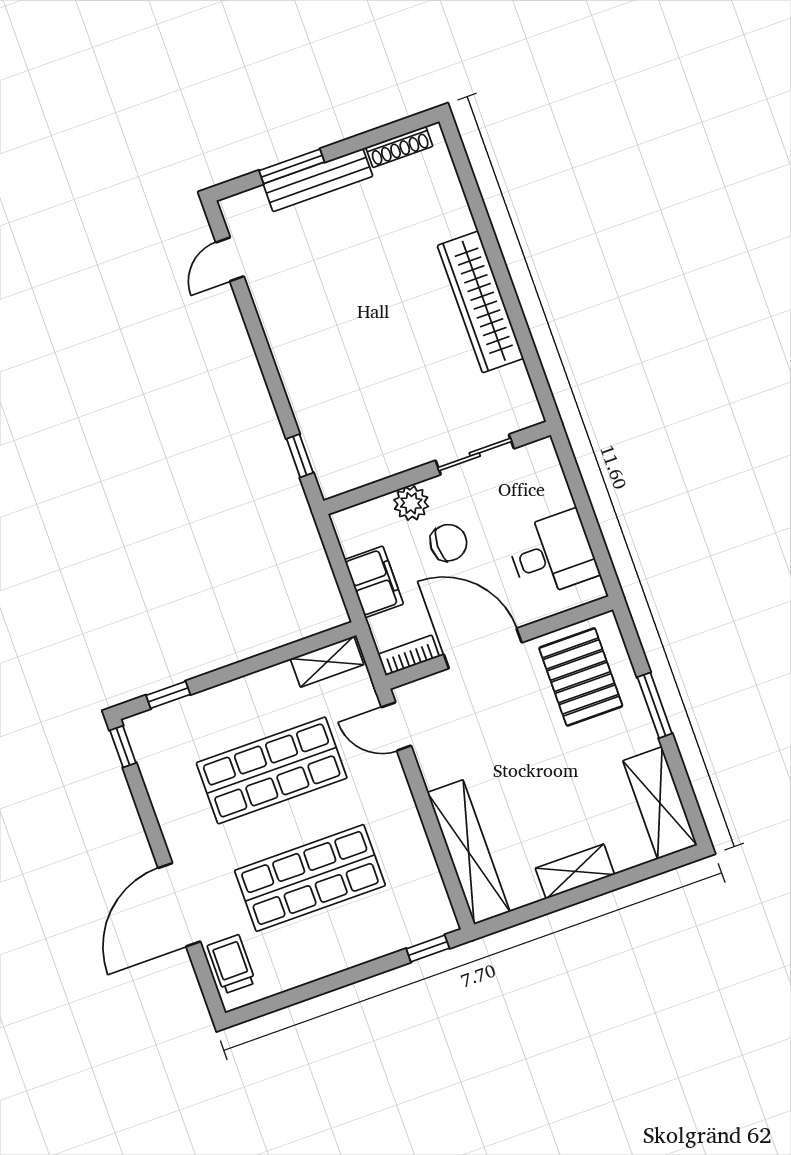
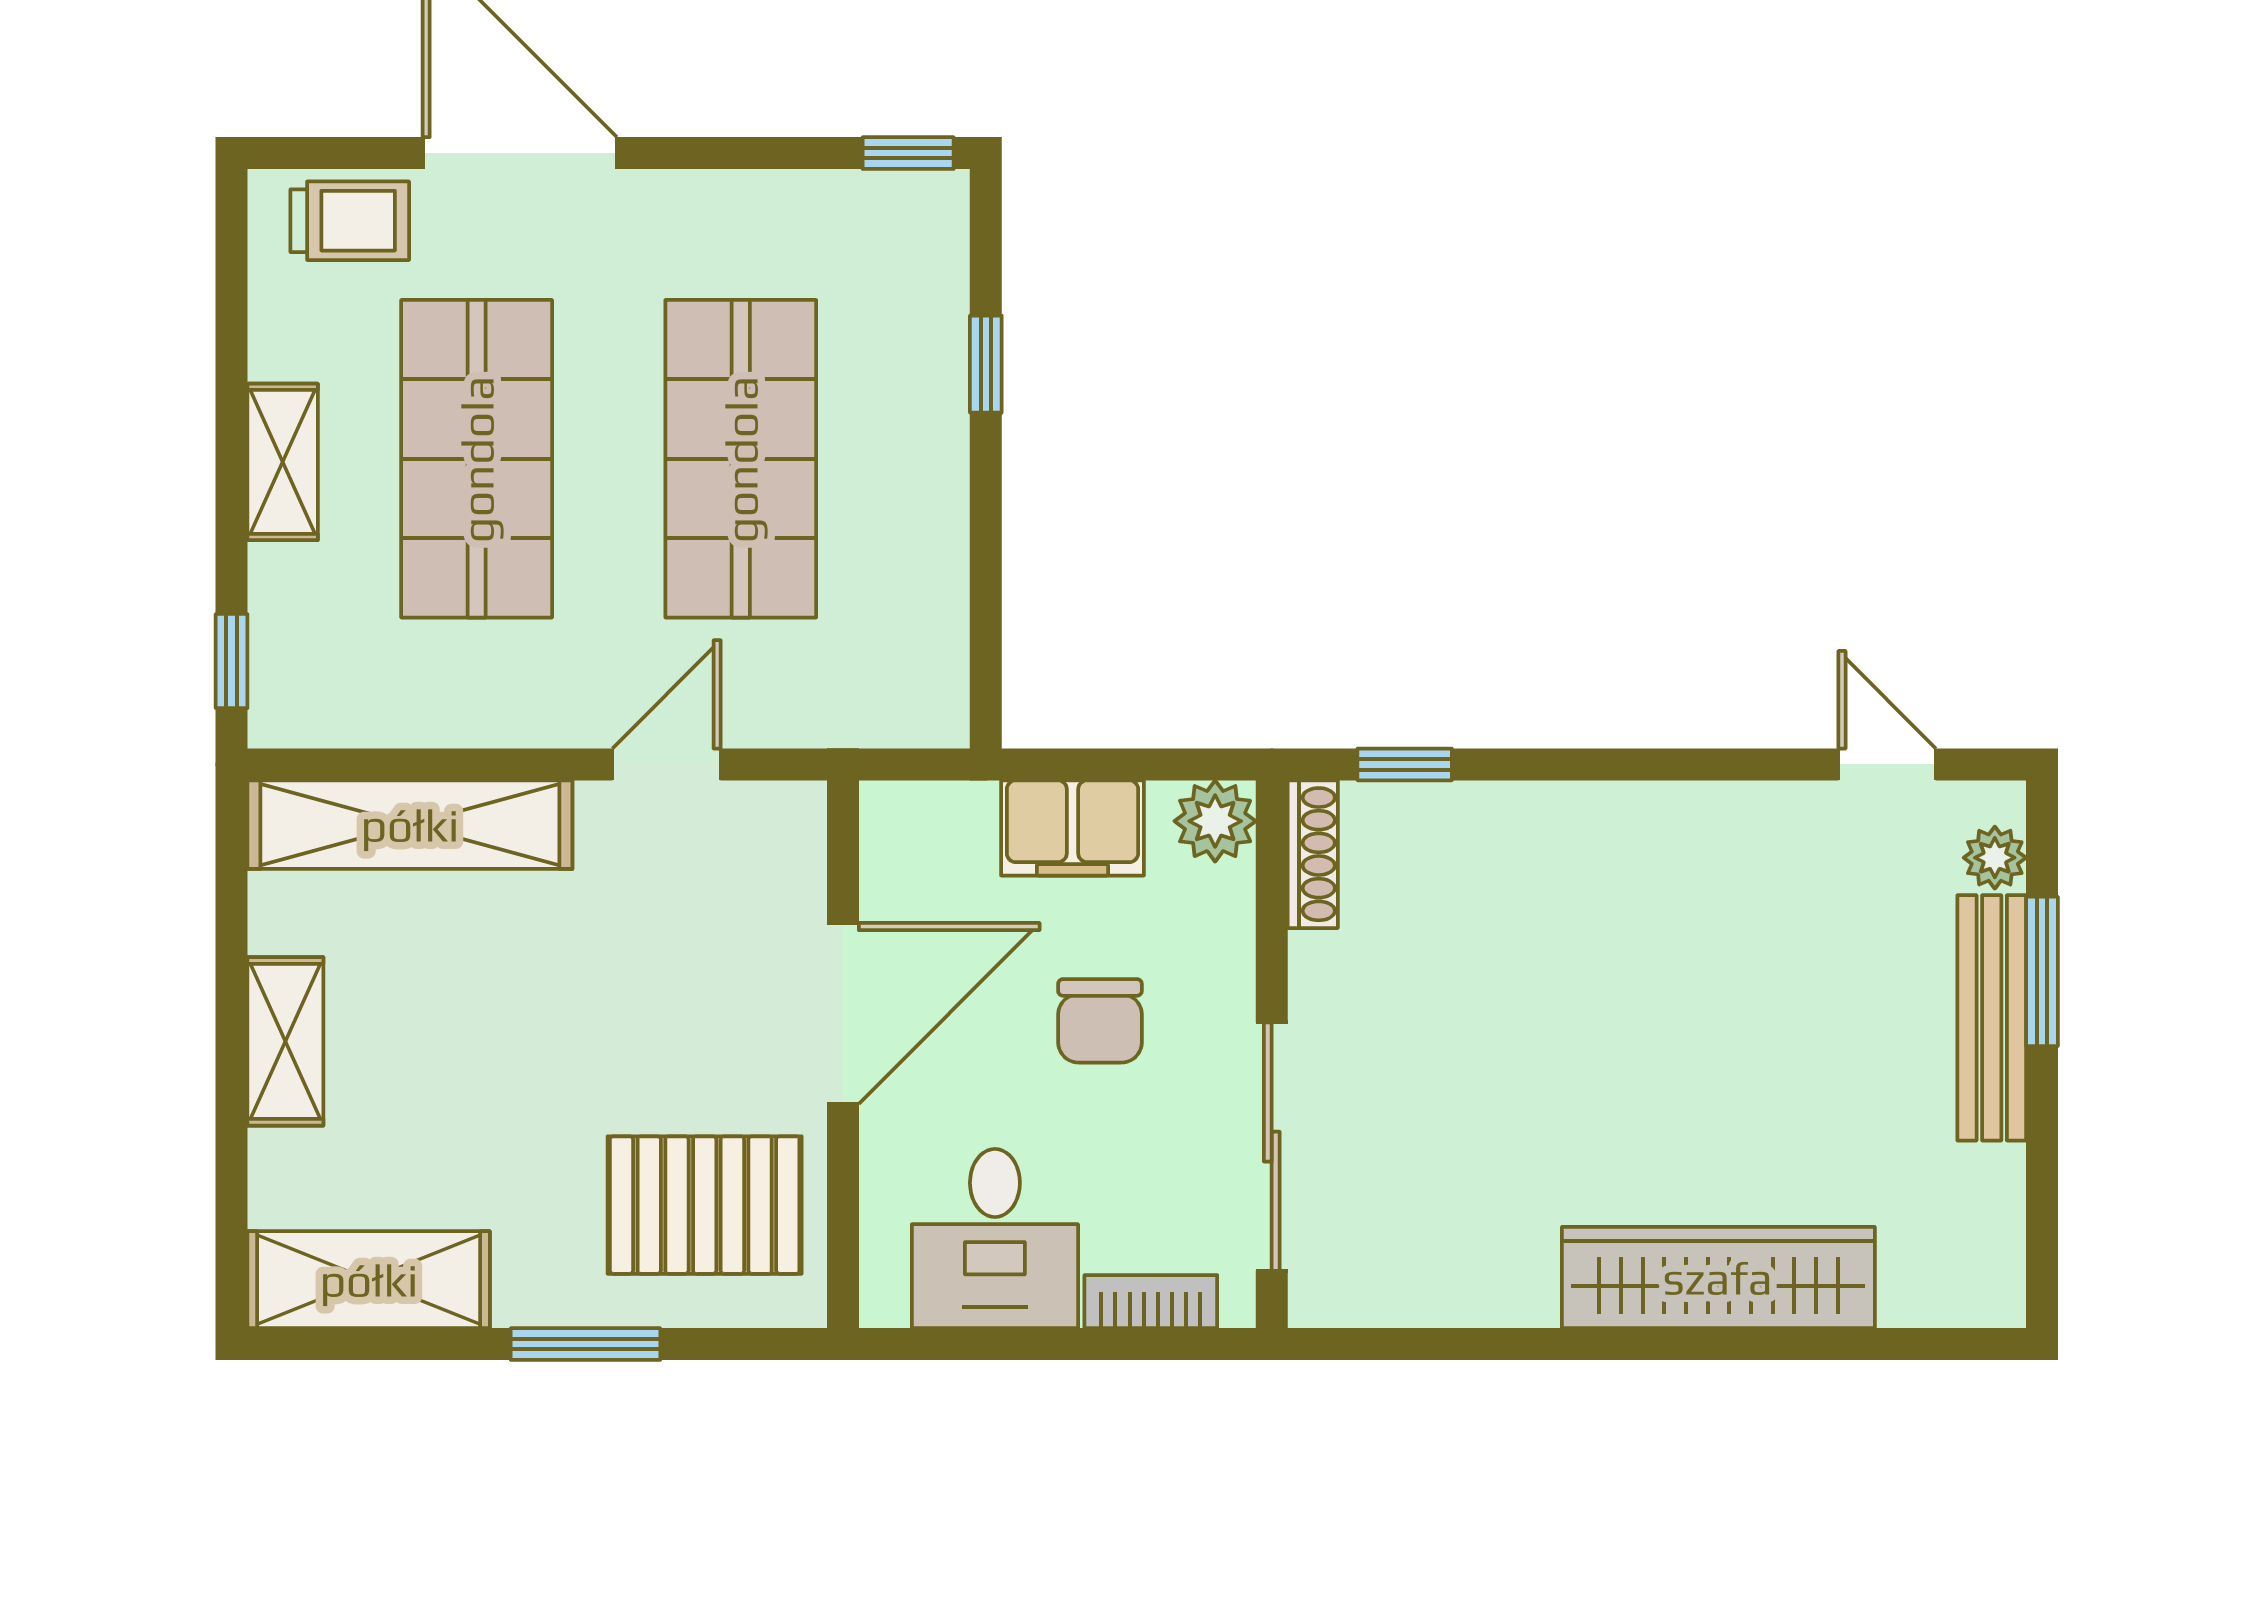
shoe rack: (399, 147) -> (1313, 854), moved, turned 180
plant: (252, 202) -> (1995, 858), added
wardrobe: (480, 302) -> (1718, 1278), moved
sliding door: (475, 455) -> (1272, 1147), width x1.37
plant: (411, 503) -> (1215, 821), moved
bookcase: (409, 655) -> (1151, 1302), moved, turned -90
shelving: (327, 662) -> (283, 462), moved
window: (168, 695) -> (986, 364), moved
door: (396, 726) -> (666, 764), moved

